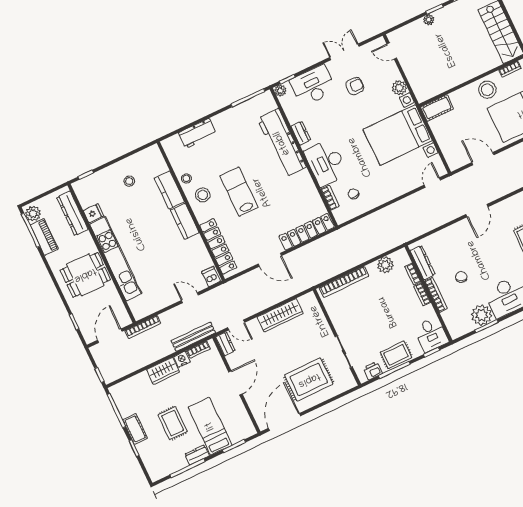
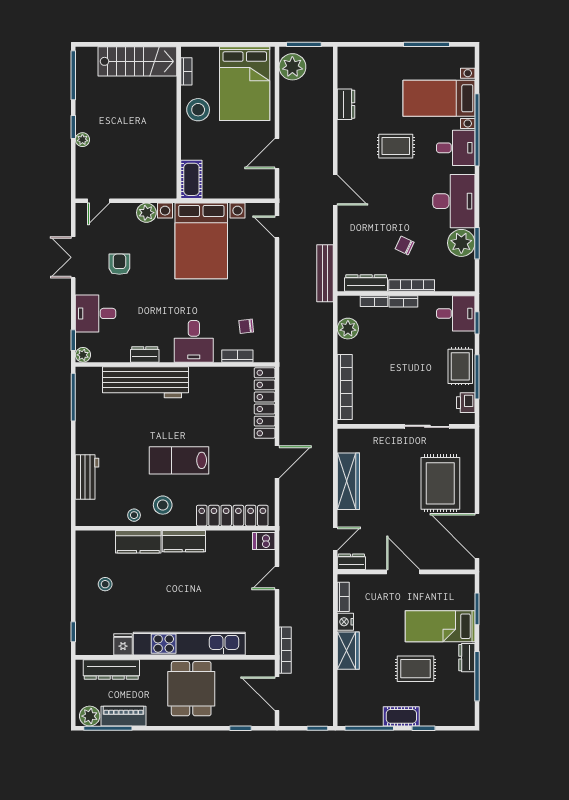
desk: (313, 86) -> (96, 313), width x0.73
desk: (326, 163) -> (194, 341), width x0.73
bench: (193, 337) -> (325, 273), moved

